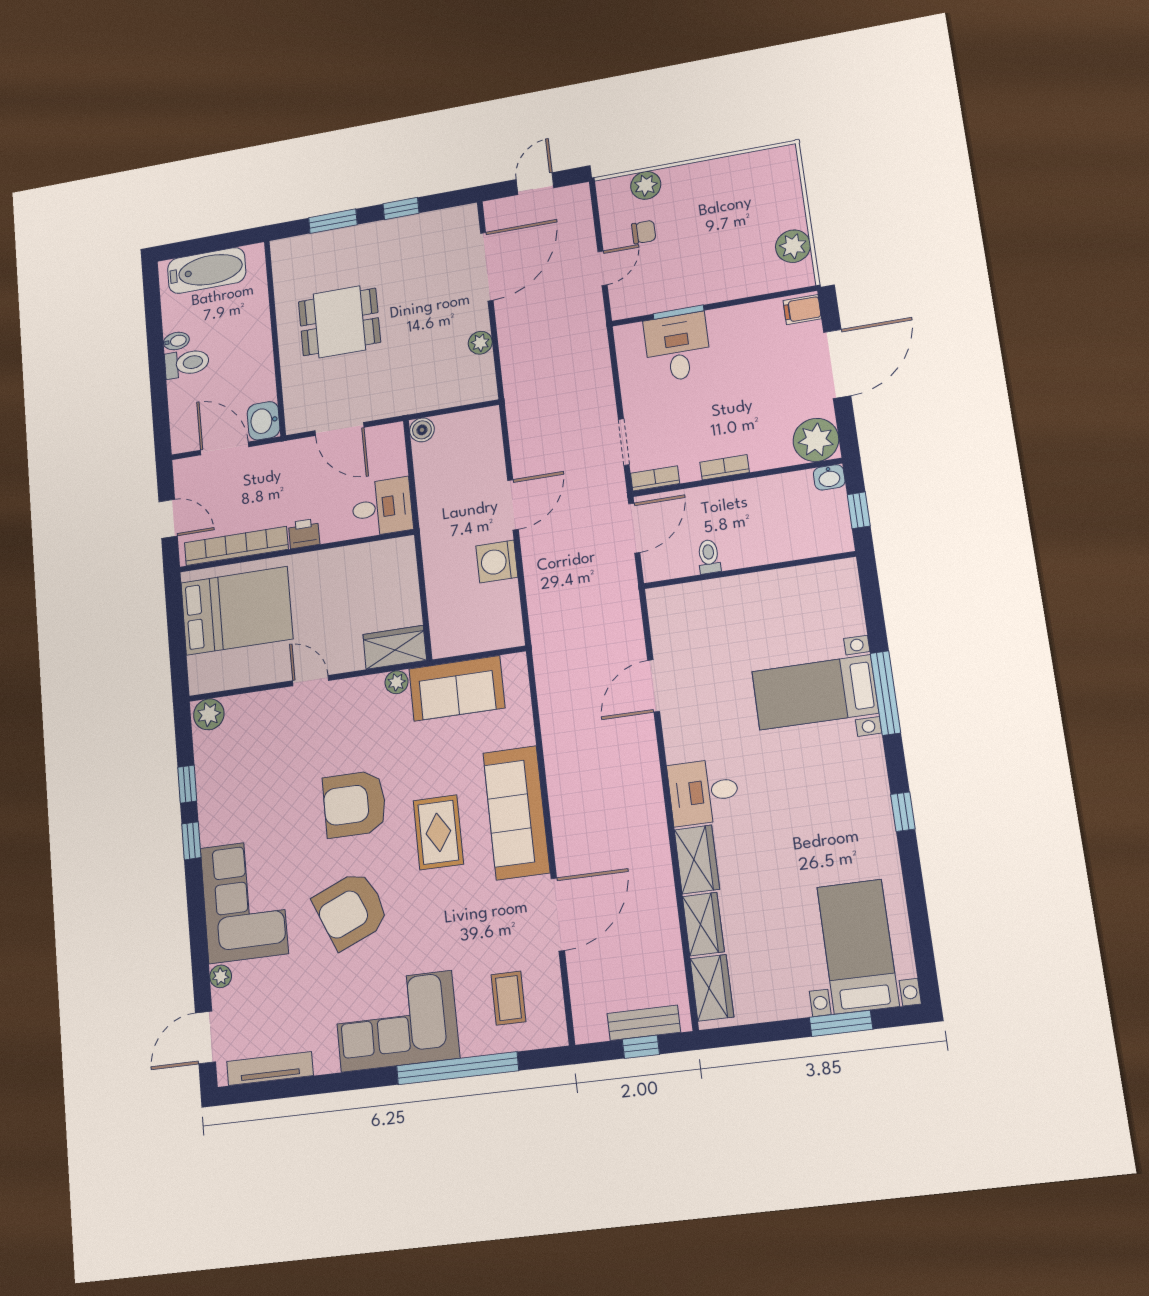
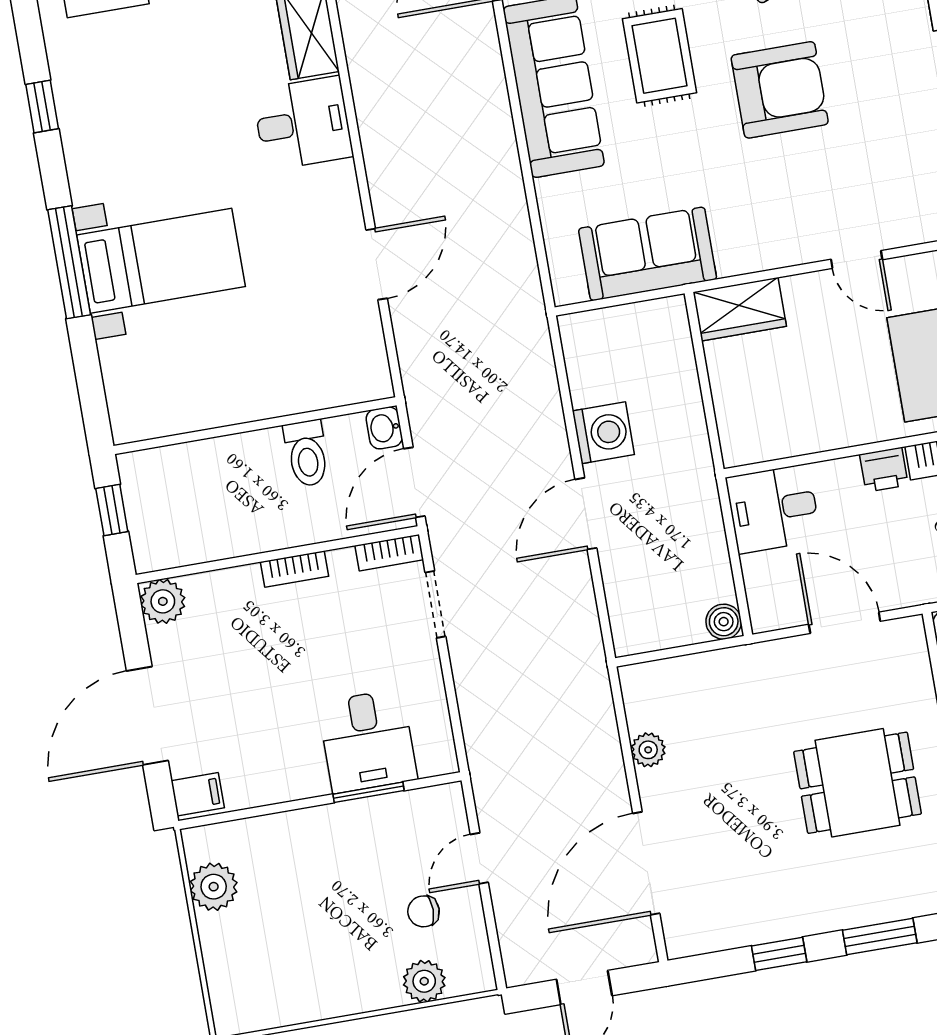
plant: (816, 440) -> (163, 601), width x0.73, depth x0.73
washbasin: (829, 477) -> (384, 428), moved, turned -90
toilet: (709, 557) -> (307, 453), width x1.37, depth x1.39
plant: (397, 682) -> (733, 260), removed

